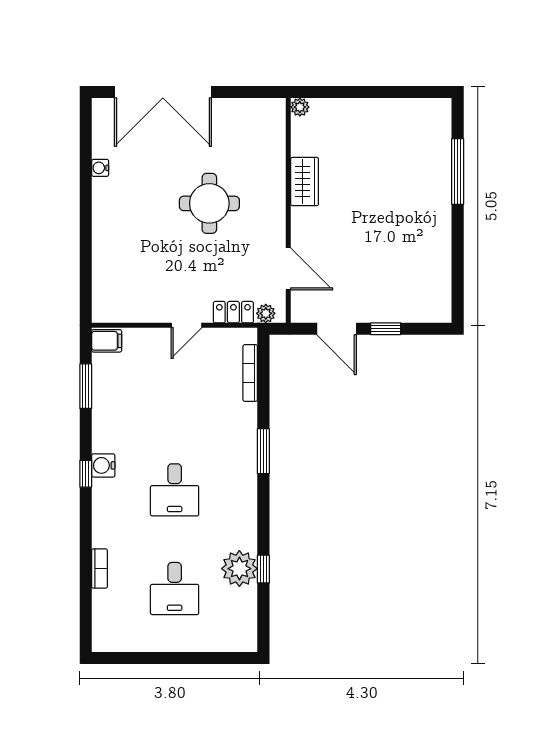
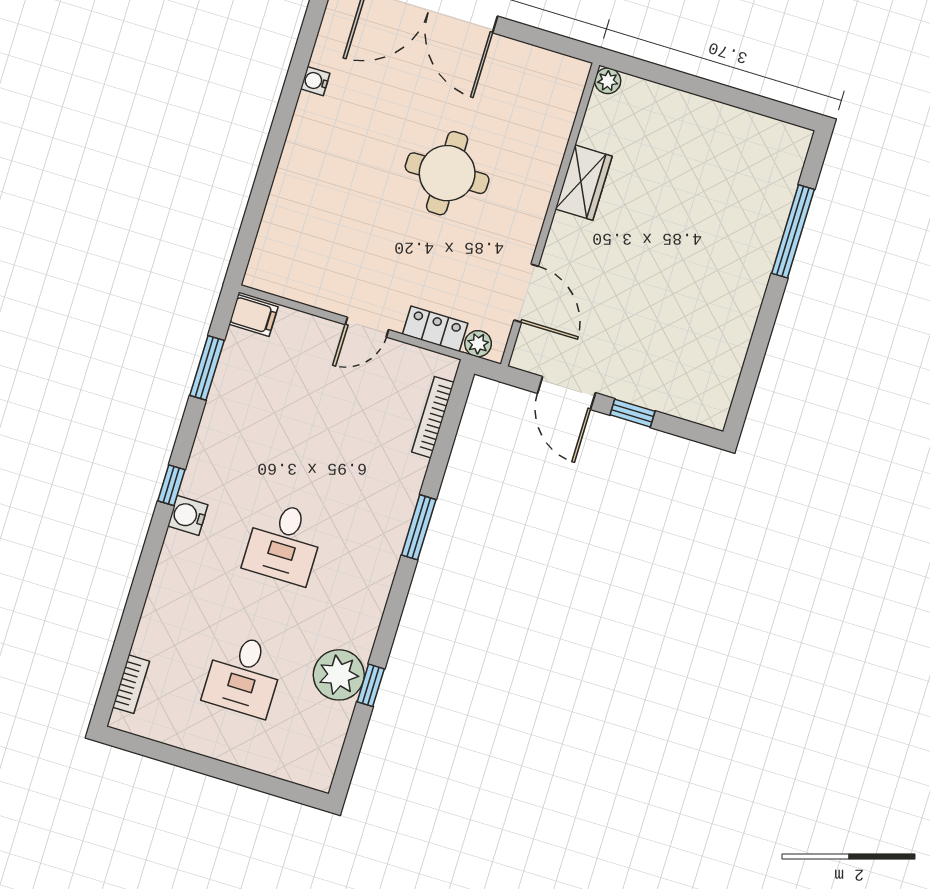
water cooler: (103, 465) -> (188, 515), moved
bookcase: (100, 569) -> (131, 684), moved

